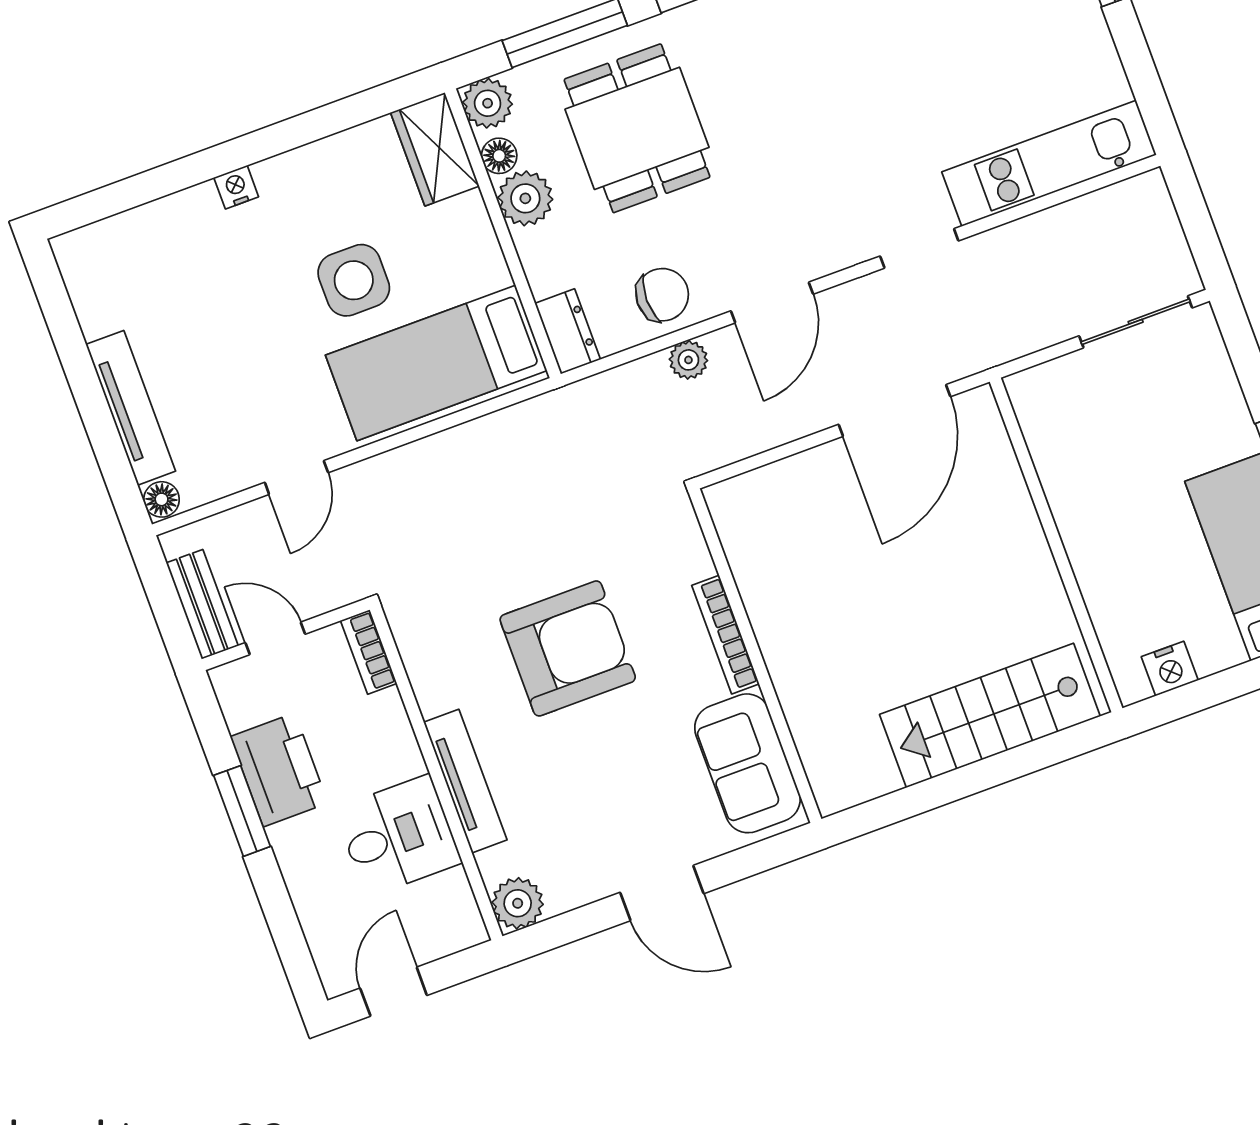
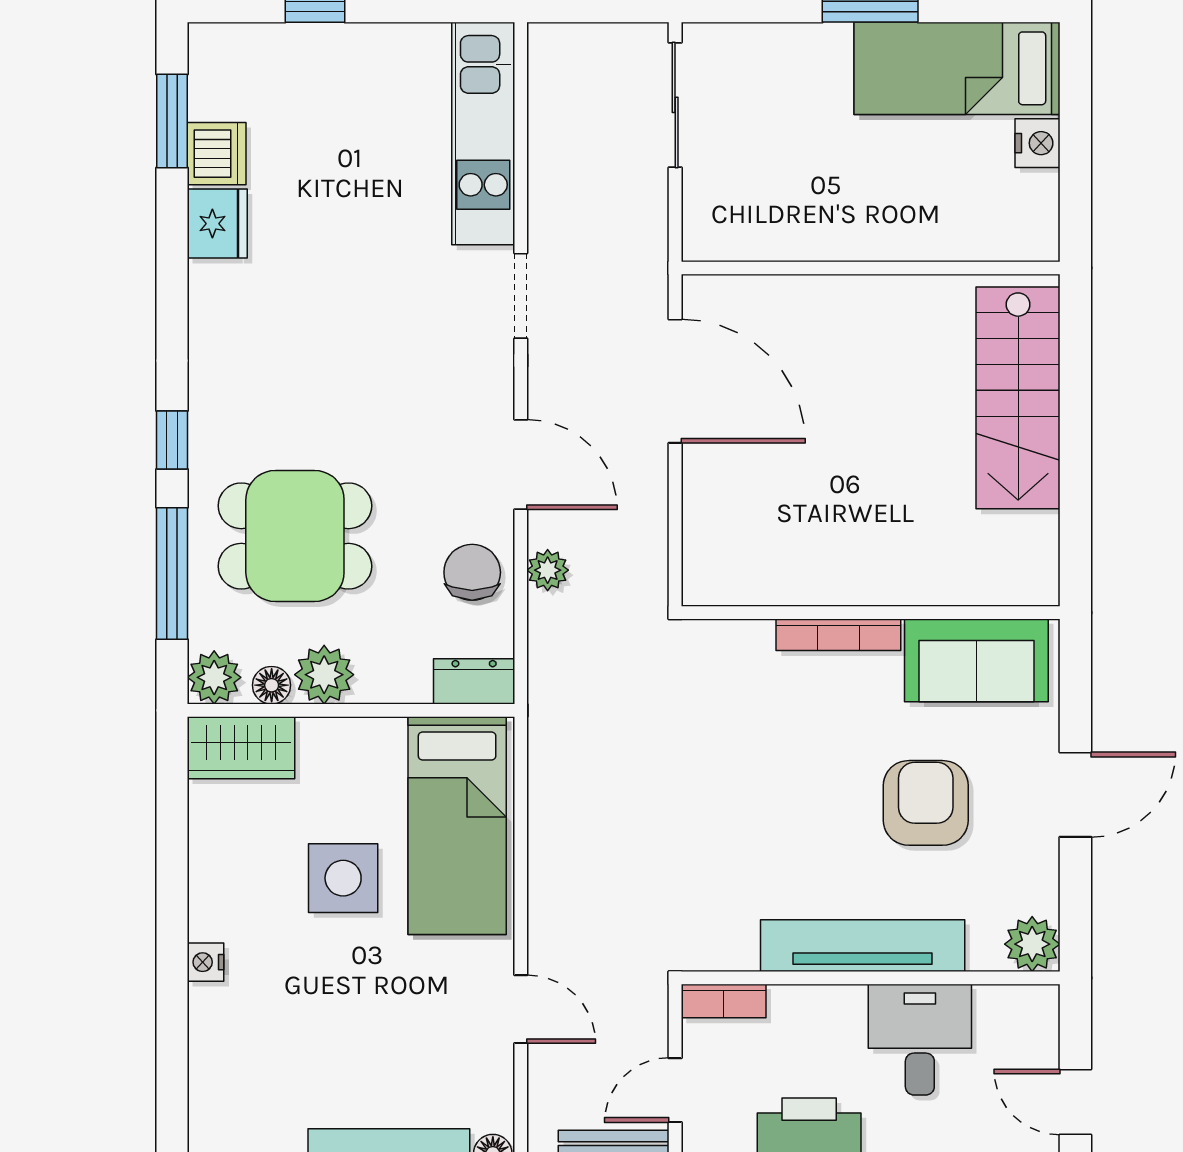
armchair: (568, 648) -> (926, 803), moved, width x0.73, depth x0.73
nightstand: (1170, 669) -> (1037, 143), moved
tv unit: (465, 781) -> (863, 946), width x1.36, depth x1.29

